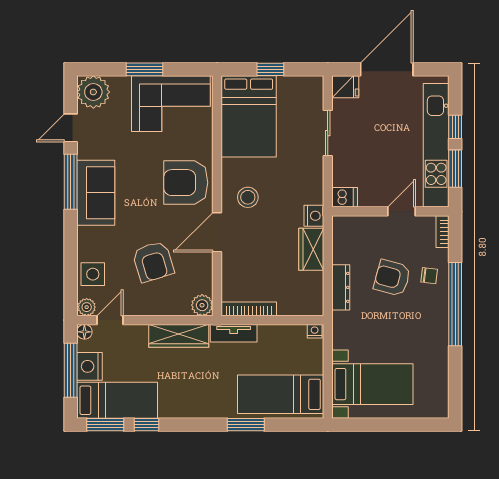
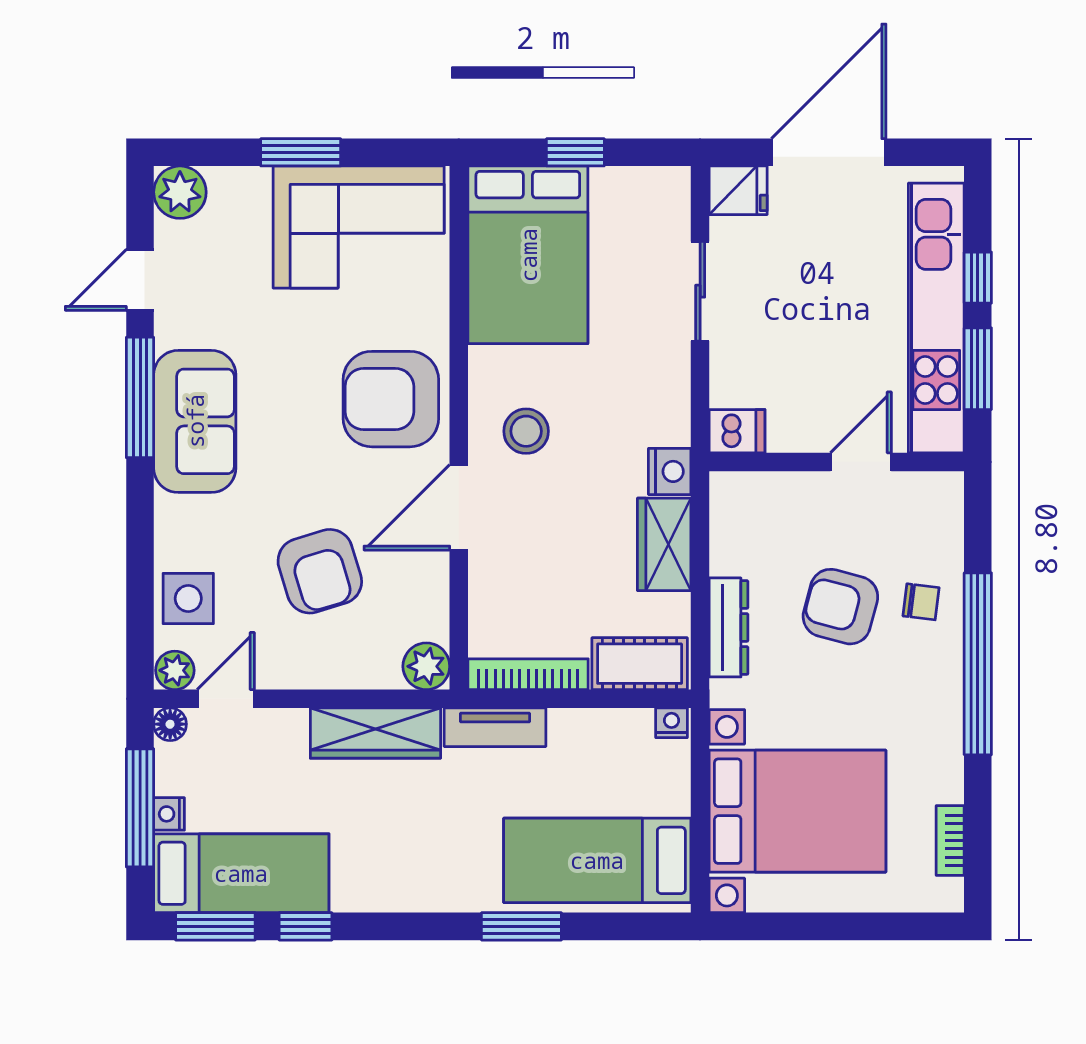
plant: (93, 92) -> (180, 192), width x0.73, depth x0.73
bookcase: (443, 232) -> (950, 840), moved
cot: (300, 304) -> (640, 664), added
nightstand: (90, 366) -> (169, 814), width x0.53, depth x0.56
bed with nightstands: (372, 384) -> (798, 811), width x1.36

